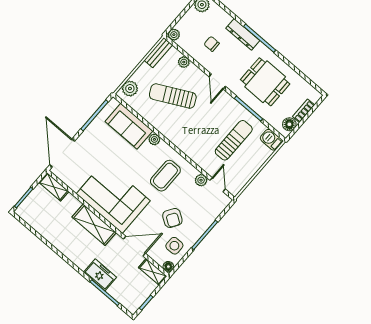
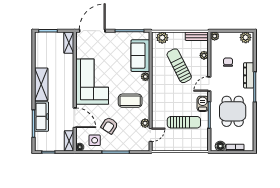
barbecue: (271, 140) -> (203, 104), moved
shelving: (94, 225) -> (41, 84), moved
freezer: (100, 275) -> (42, 116), width x1.40

